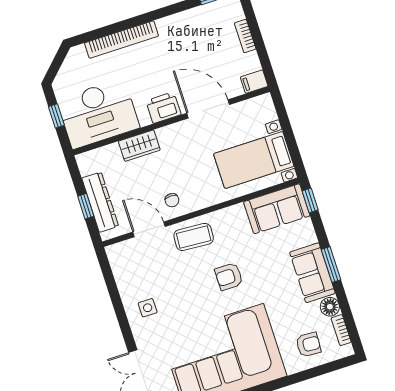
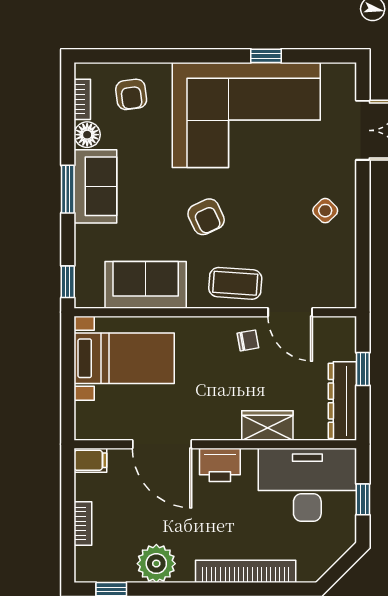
plant: (185, 25) -> (156, 564), added
chair: (172, 200) -> (248, 340), turned 80
dresser: (100, 202) -> (342, 401), moved
sofa: (277, 209) -> (146, 285), moved
armchair: (229, 277) -> (206, 217), turned 65
side table: (148, 308) -> (325, 211), turned 45
armchair: (308, 345) -> (131, 94), turned -100

